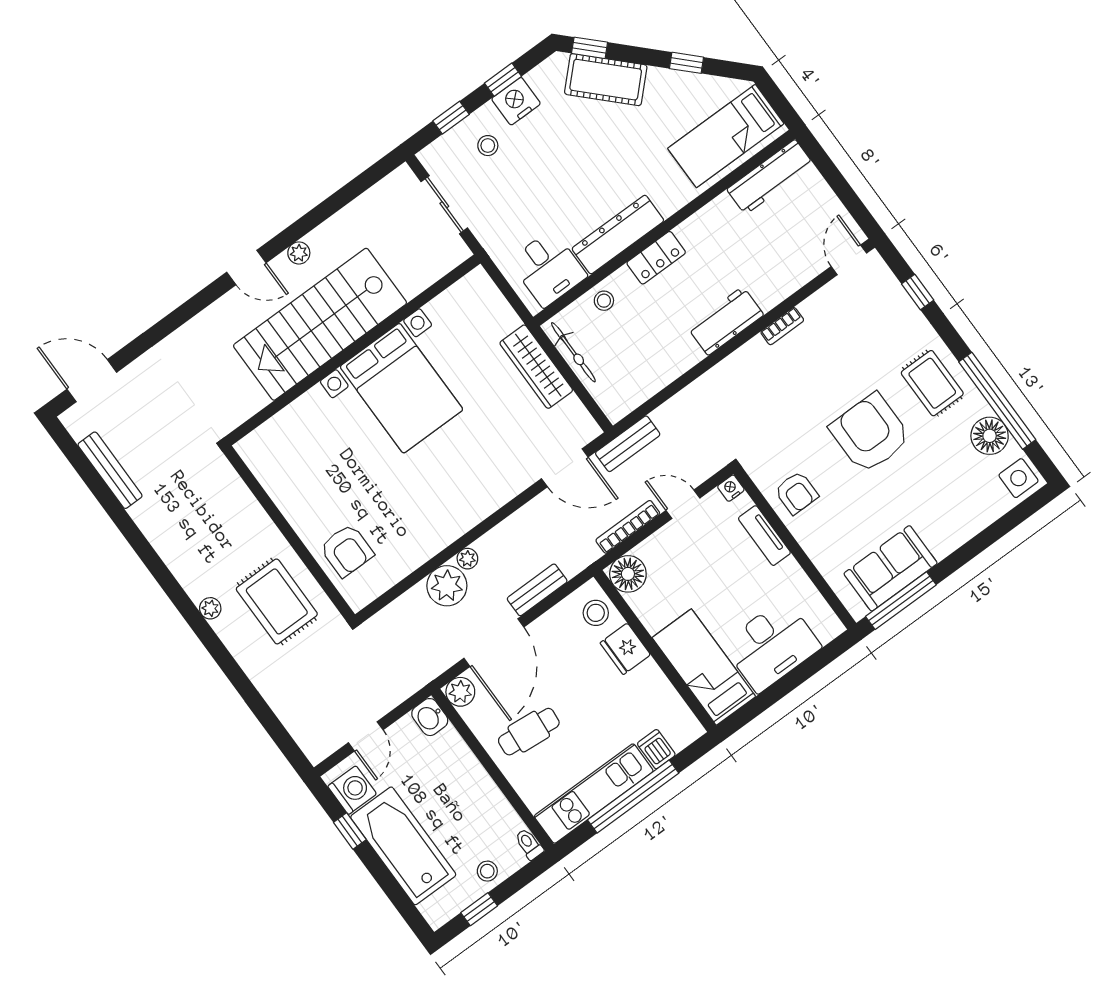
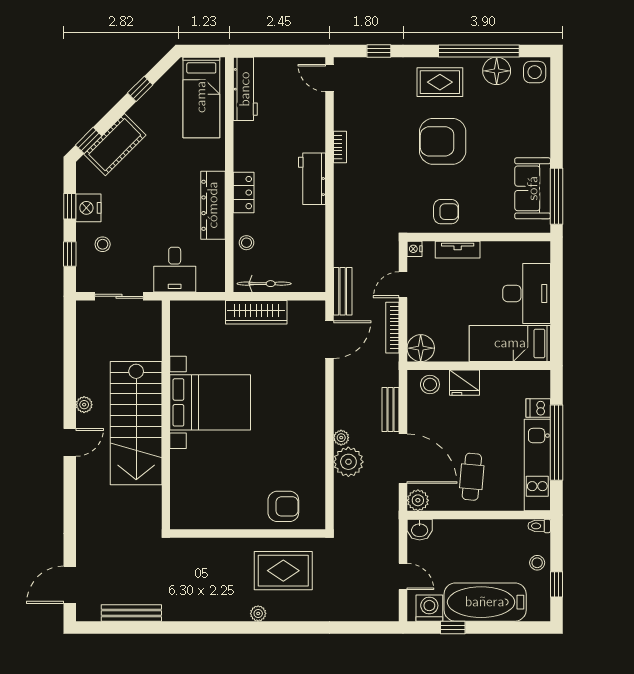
desk: (548, 268) -> (175, 270), moved, turned 90

